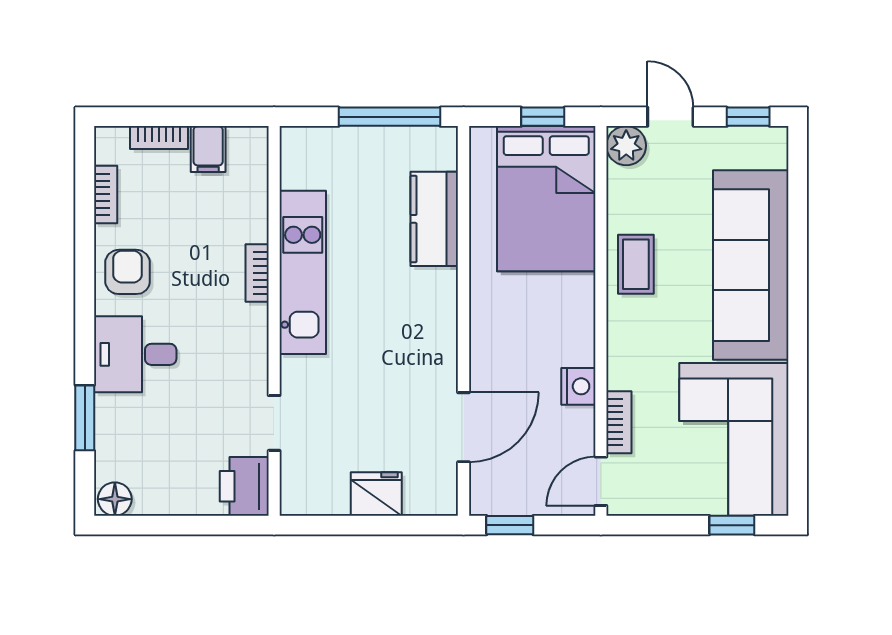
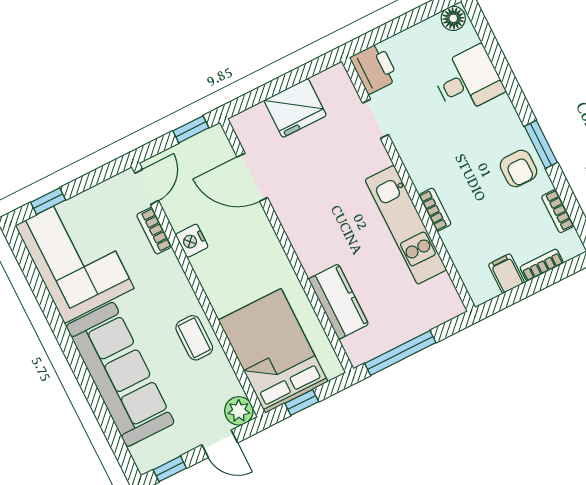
desk: (135, 354) -> (468, 80), moved
window: (85, 418) -> (541, 144), moved
door: (464, 427) -> (252, 177), hinge flipped
fridge: (376, 494) -> (295, 108), width x1.36, depth x1.34

